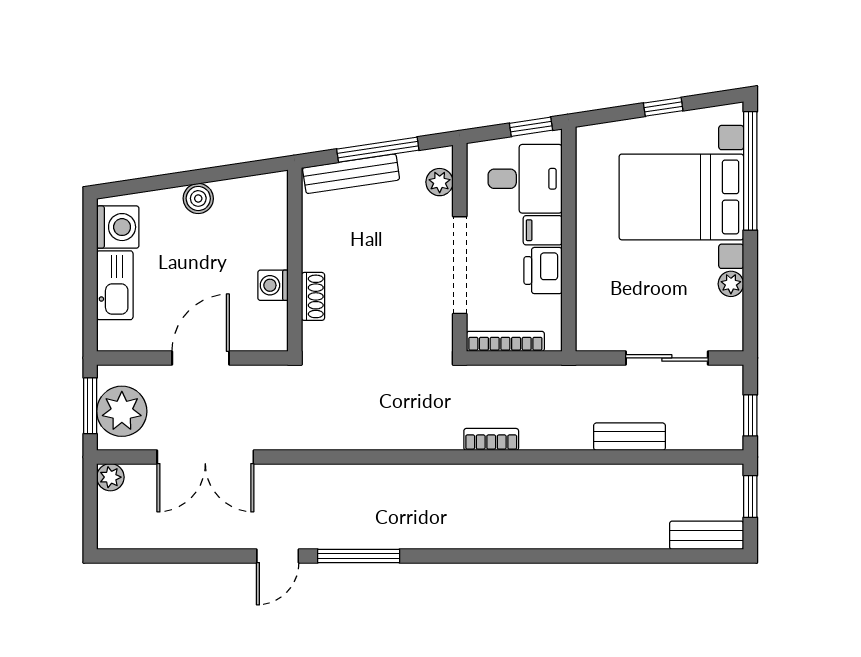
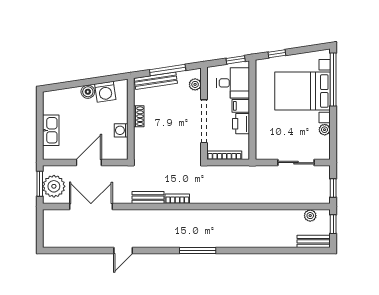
window: (663, 107) -> (277, 54), moved
washing machine: (118, 227) -> (105, 92), moved, turned 81
shoe rack: (313, 296) -> (139, 116), moved
bench: (629, 437) -> (148, 198), moved
bookcase: (491, 439) -> (177, 199), moved
double door: (205, 457) -> (91, 207), swing flipped
plant: (110, 477) -> (310, 216), moved
window: (359, 556) -> (198, 251), moved

